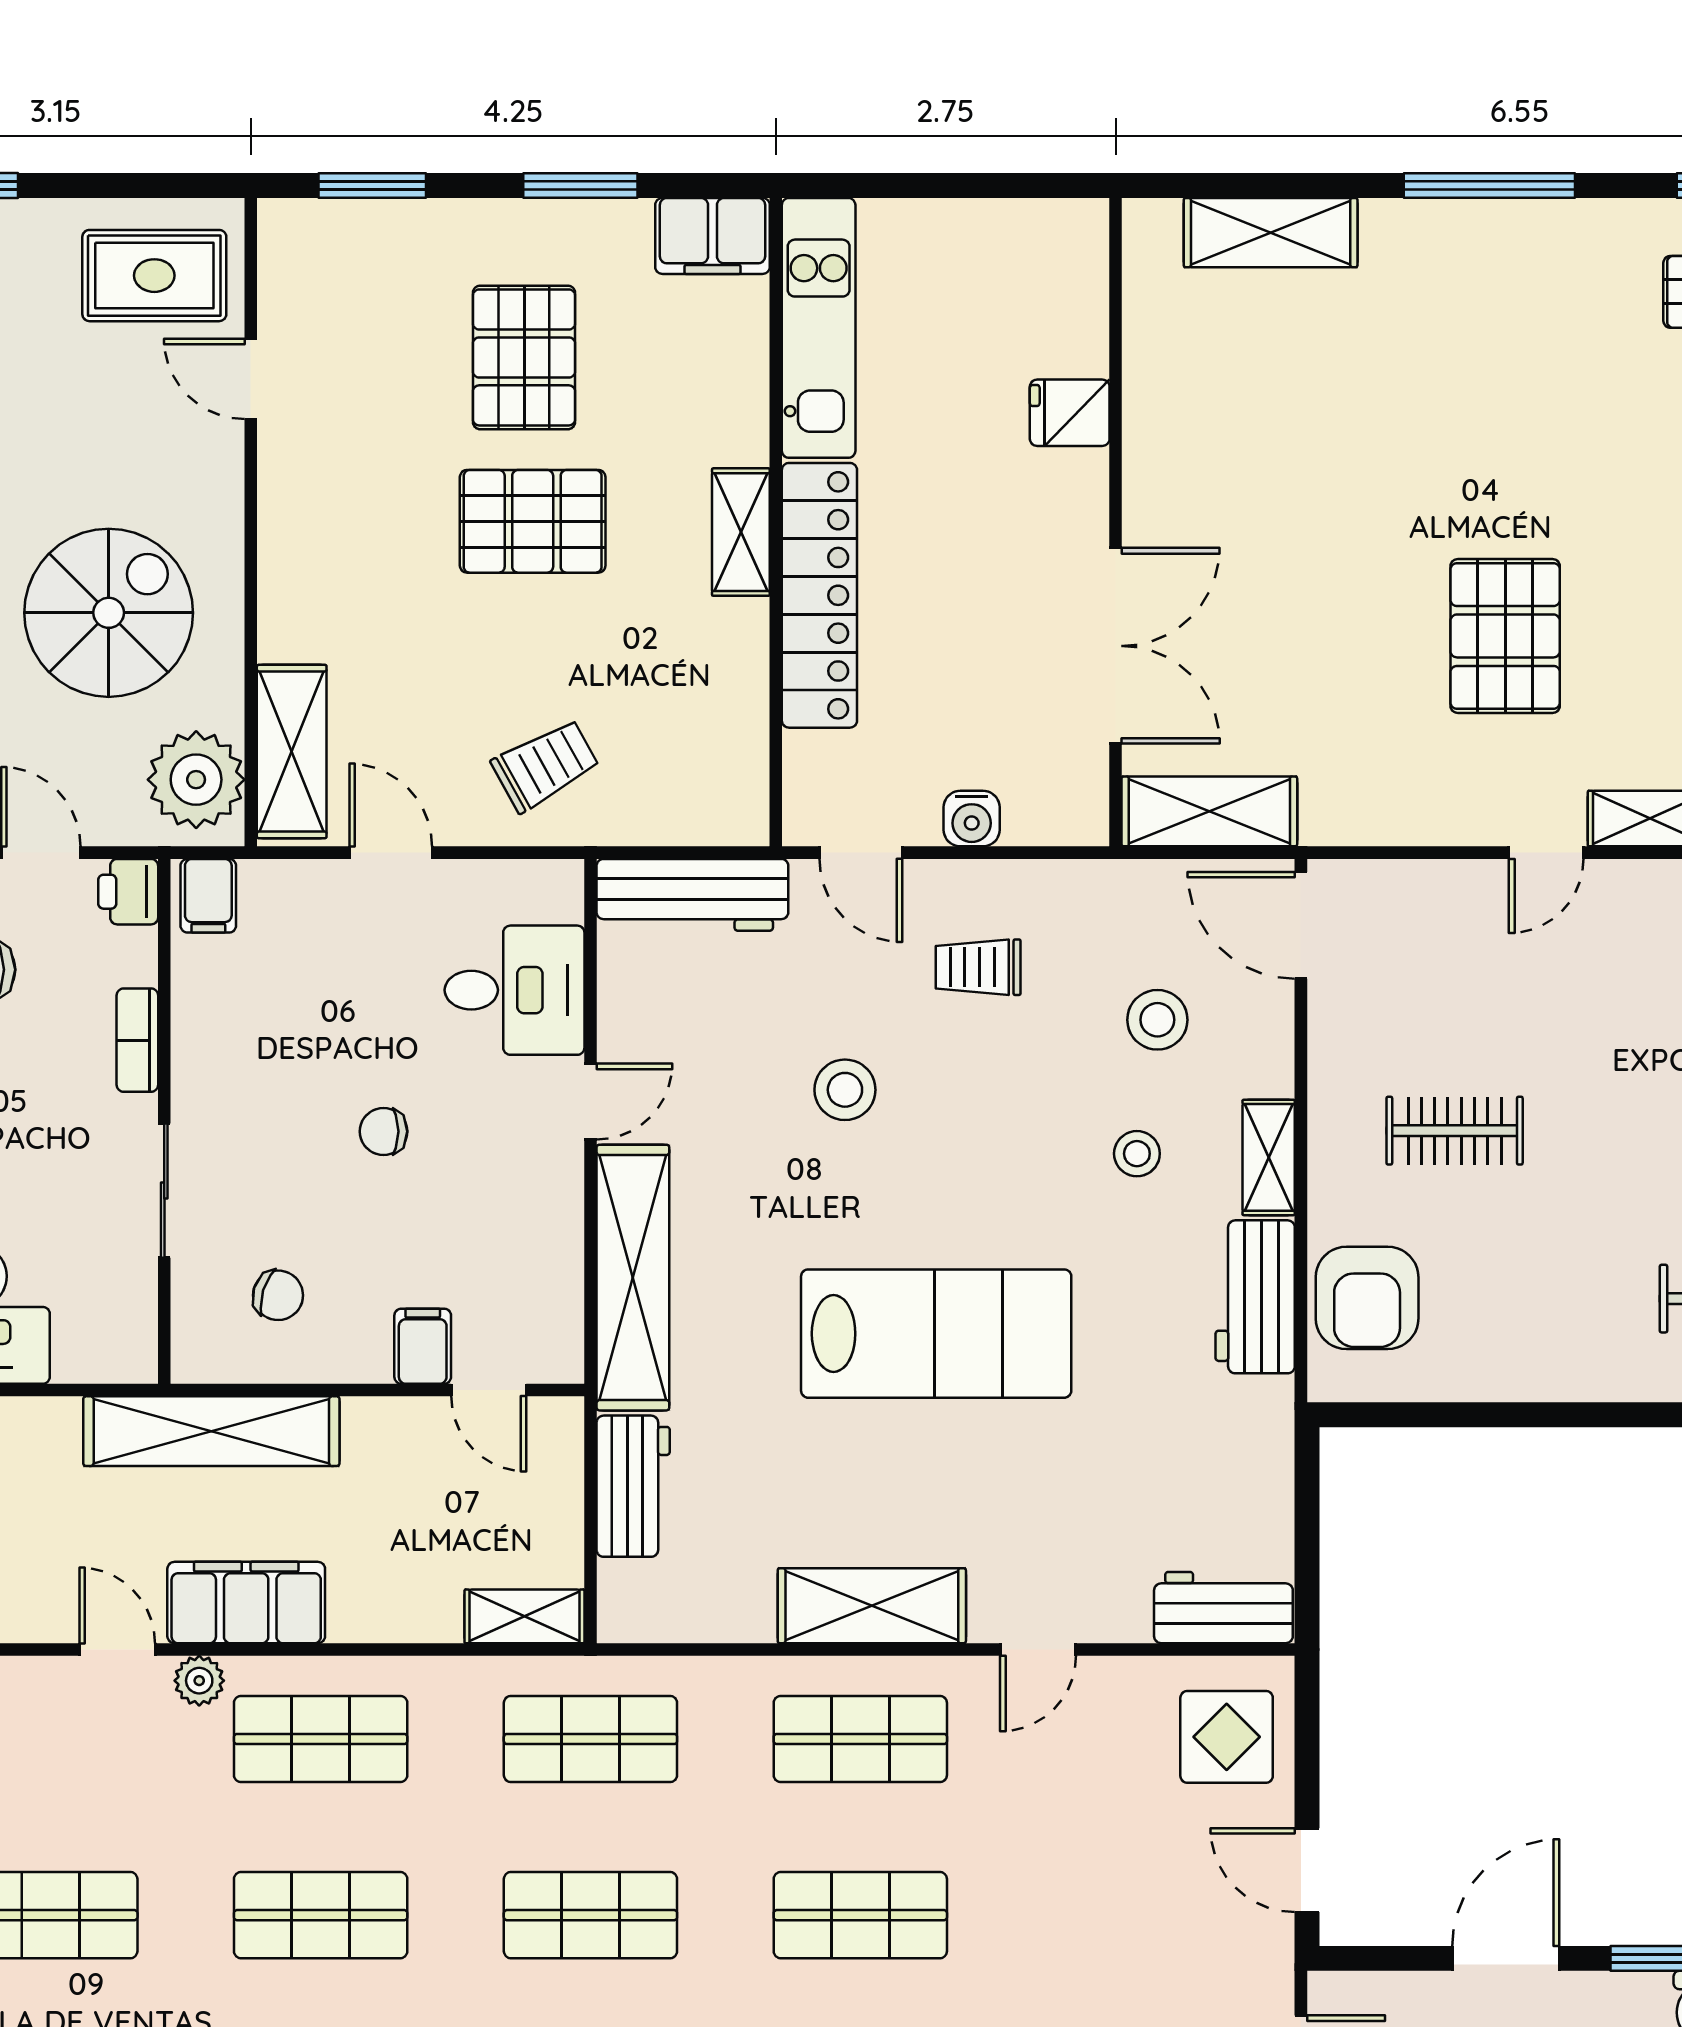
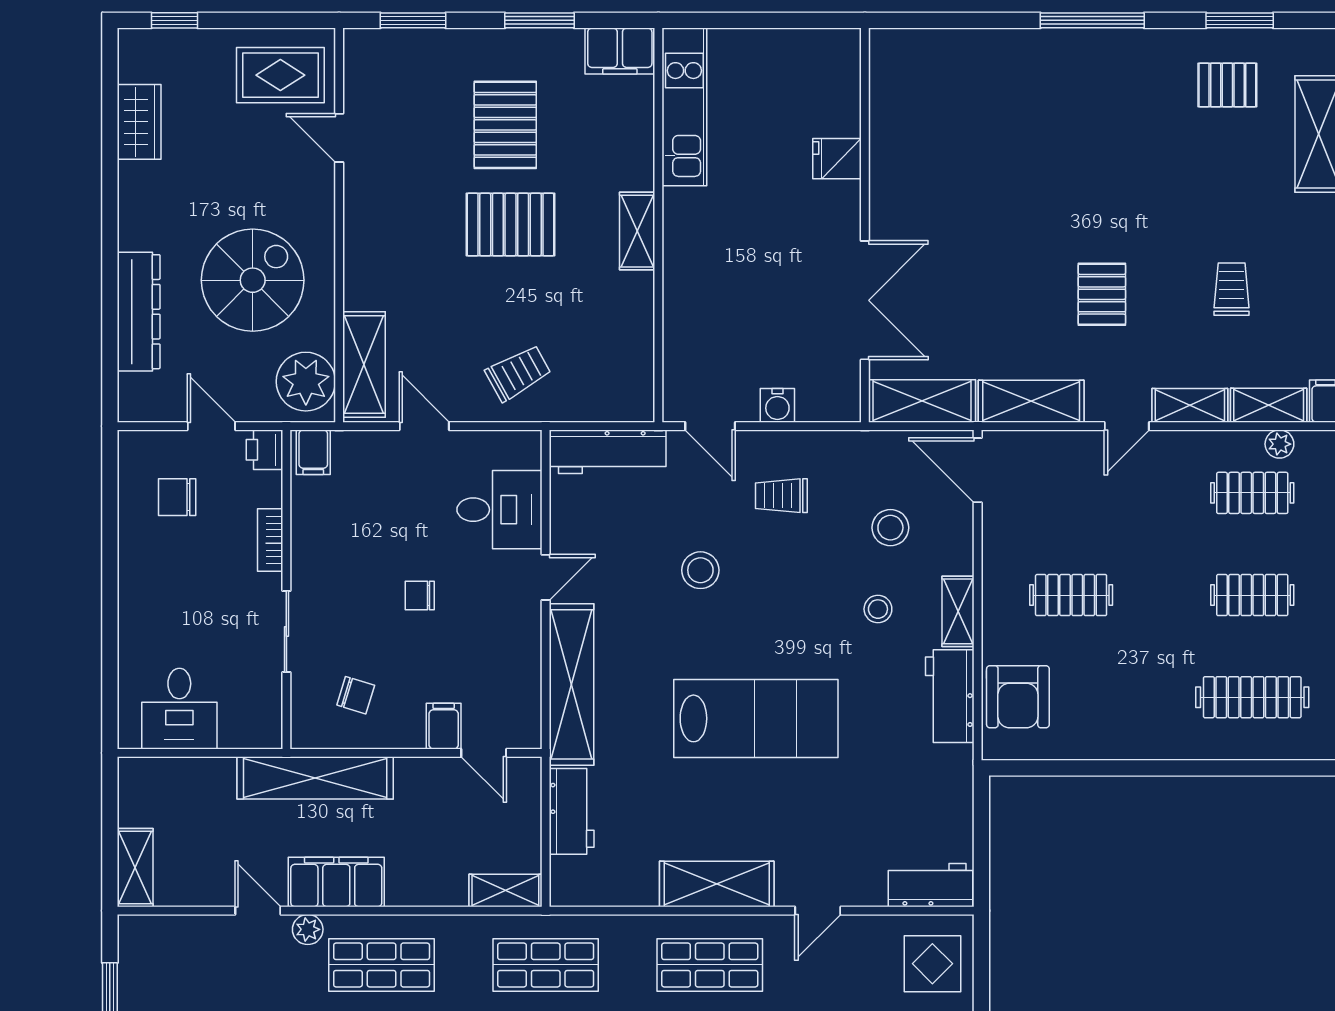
shelving: (1271, 233) -> (1031, 401), moved
locker: (819, 595) -> (685, 270), removed
pallet: (1505, 636) -> (1102, 294), width x0.67, depth x0.71

